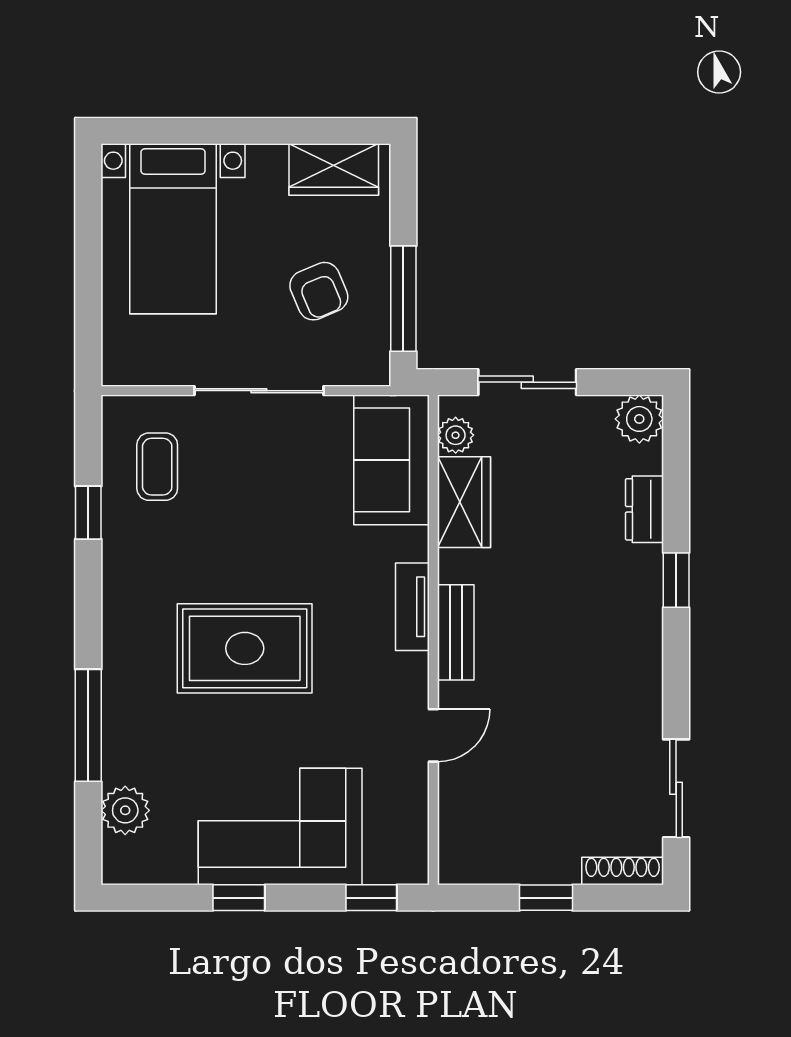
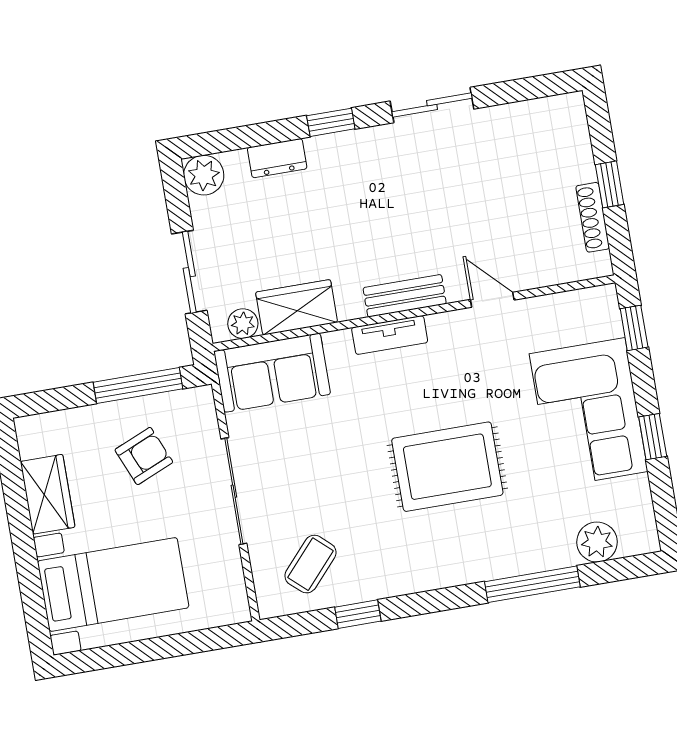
wardrobe: (334, 169) -> (48, 494), moved
coffee table: (157, 467) -> (310, 564), turned -48
rug: (245, 648) -> (447, 467), turned 90
sliding door: (676, 788) -> (432, 105), moved
shoe rack: (623, 871) -> (593, 217), moved

